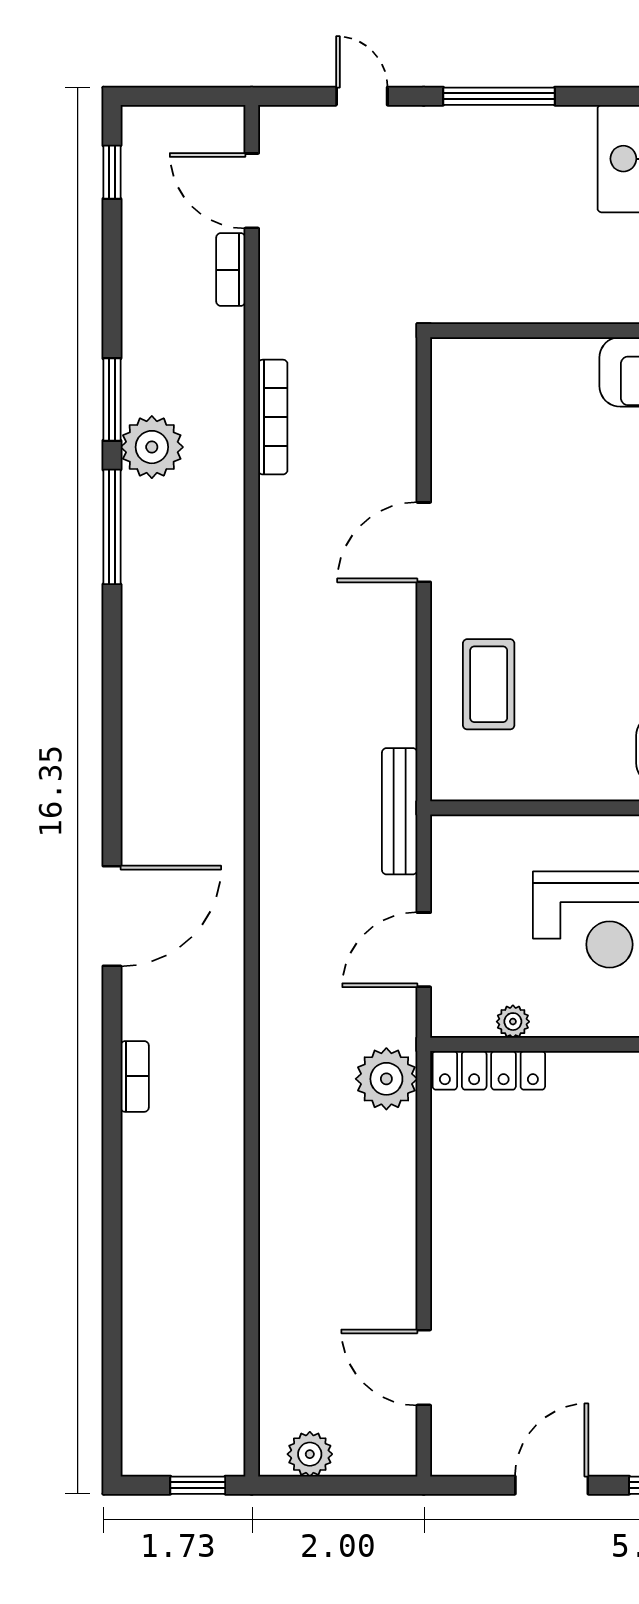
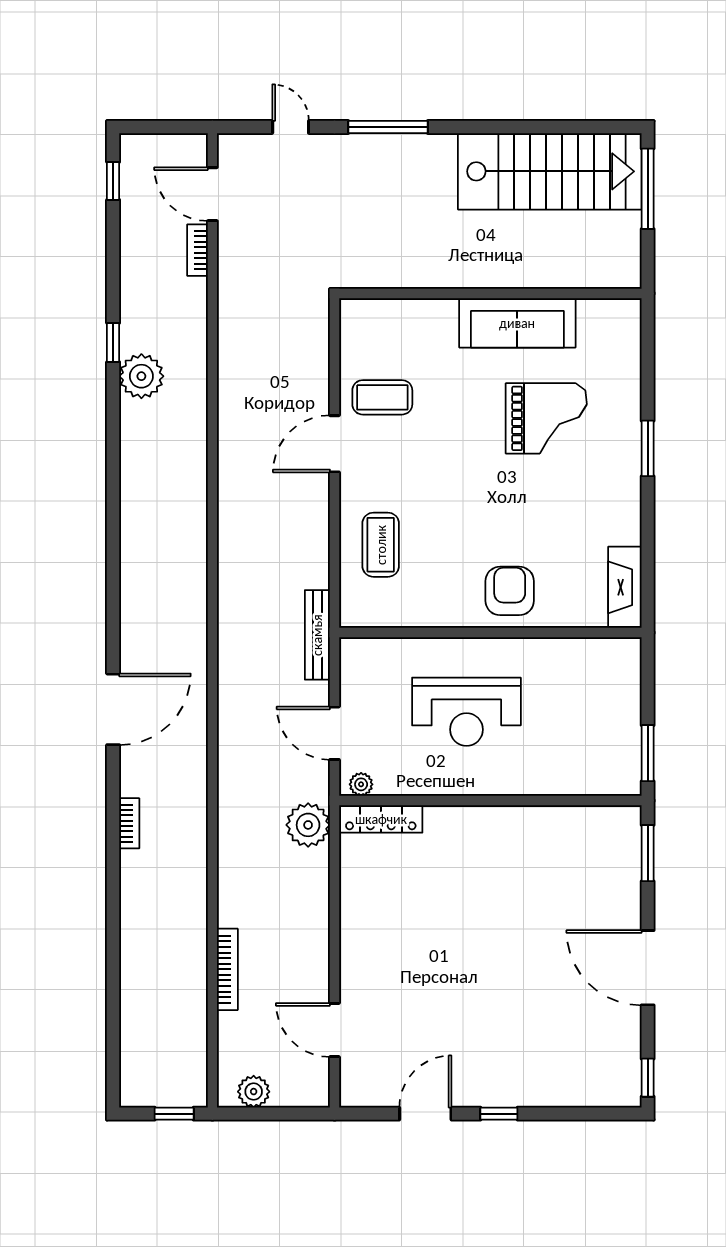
window: (112, 400) -> (113, 342), width x0.67
bookcase: (273, 417) -> (227, 969), moved
coffee table: (491, 477) -> (382, 397), added
window: (112, 527) -> (113, 433), removed
door: (424, 950) -> (335, 733), hinge flipped
plant: (513, 1022) -> (361, 784), moved

